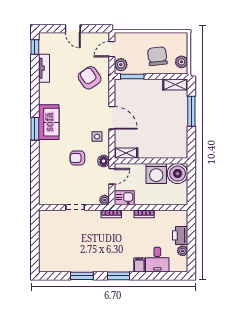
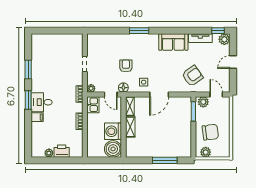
plant: (45, 39) -> (224, 39), added
shelving: (175, 85) -> (130, 127), moved
sofa: (49, 122) -> (173, 42), moved
window: (35, 129) -> (139, 31), moved
desk: (157, 260) -> (42, 102), moved

